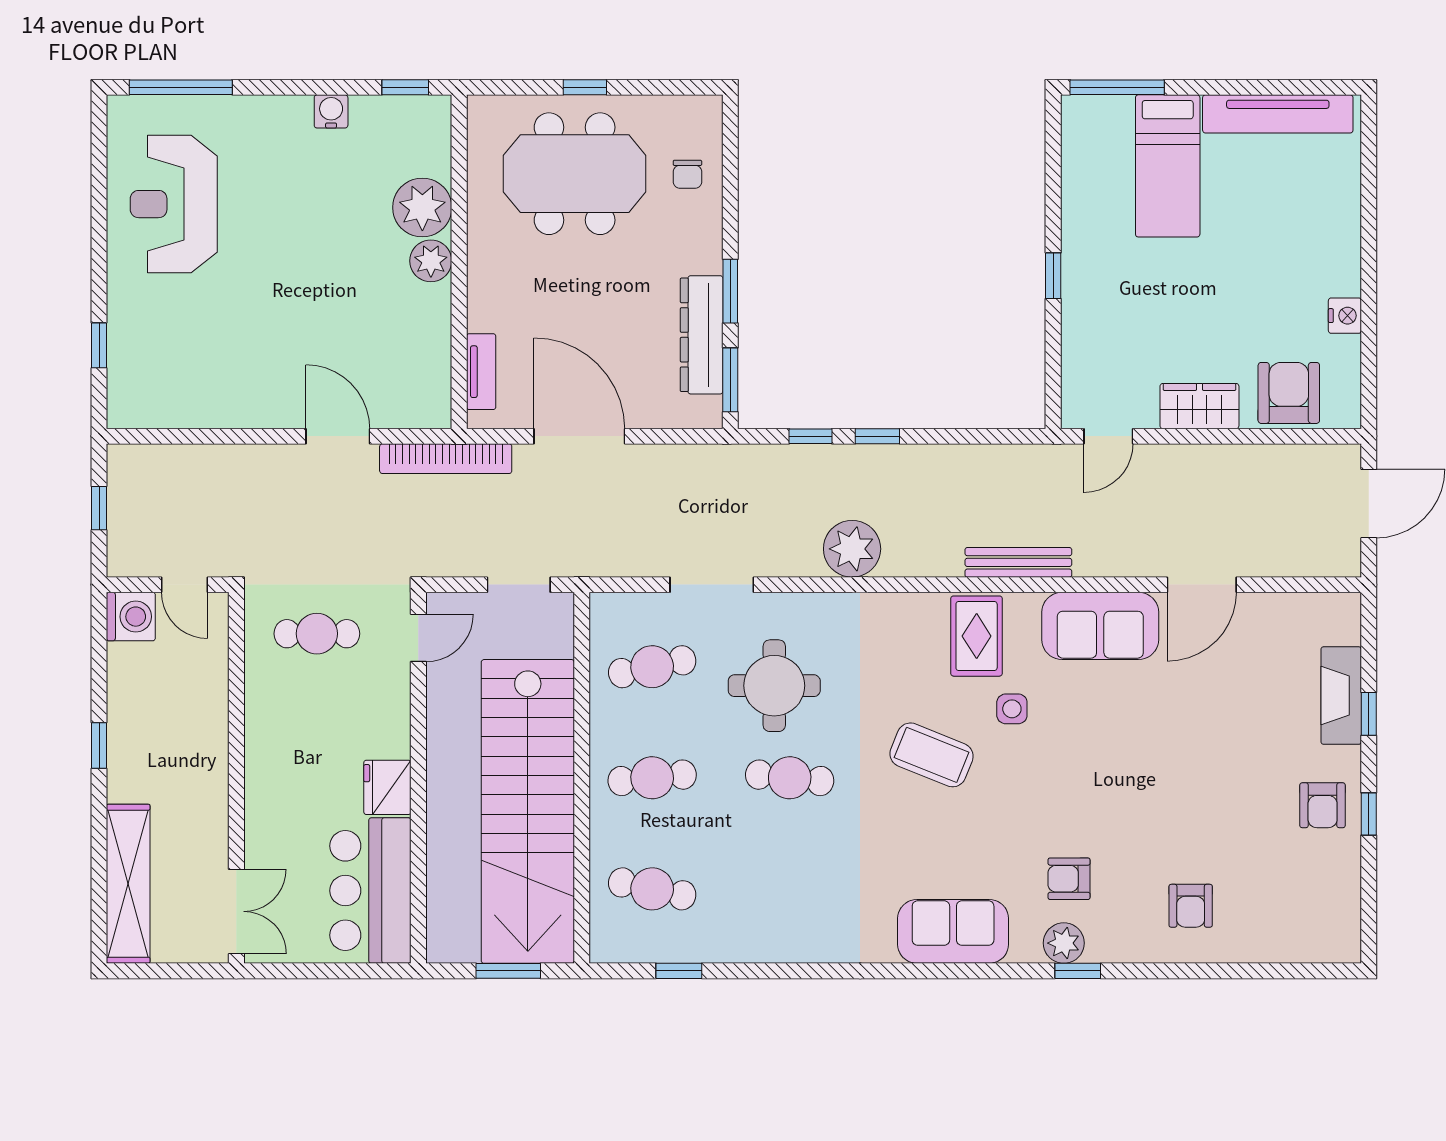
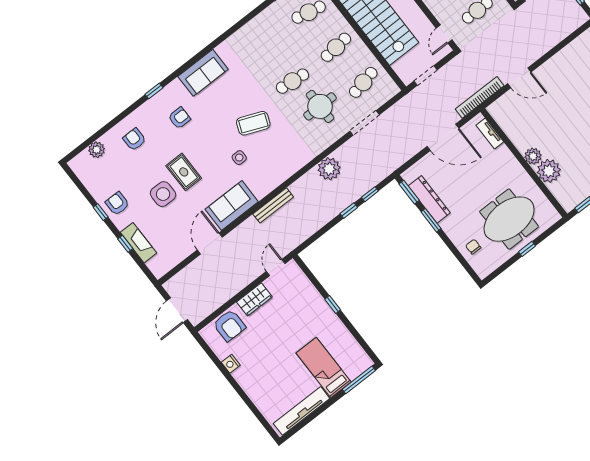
rug: (977, 636) -> (184, 172), moved
side table: (1218, 754) -> (163, 194), added
plant: (1064, 943) -> (97, 150), moved

